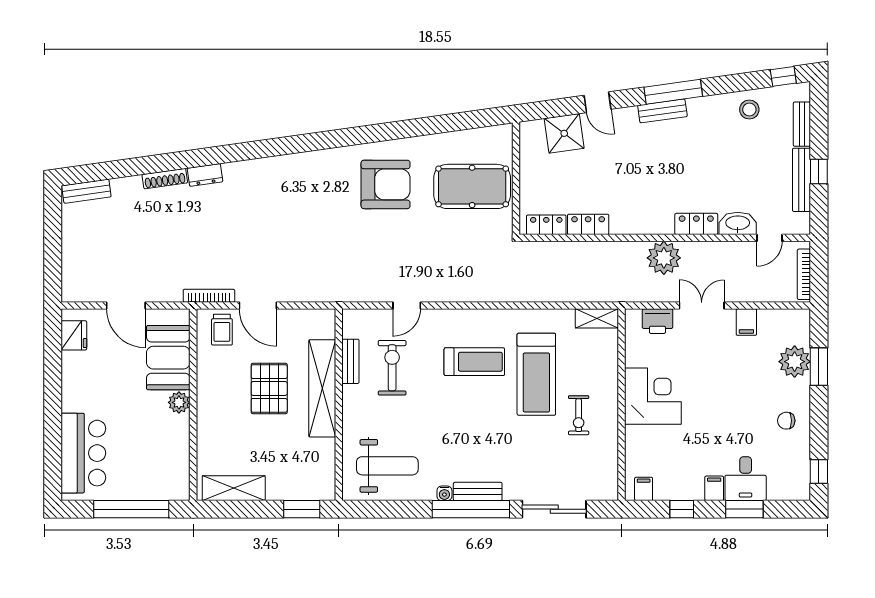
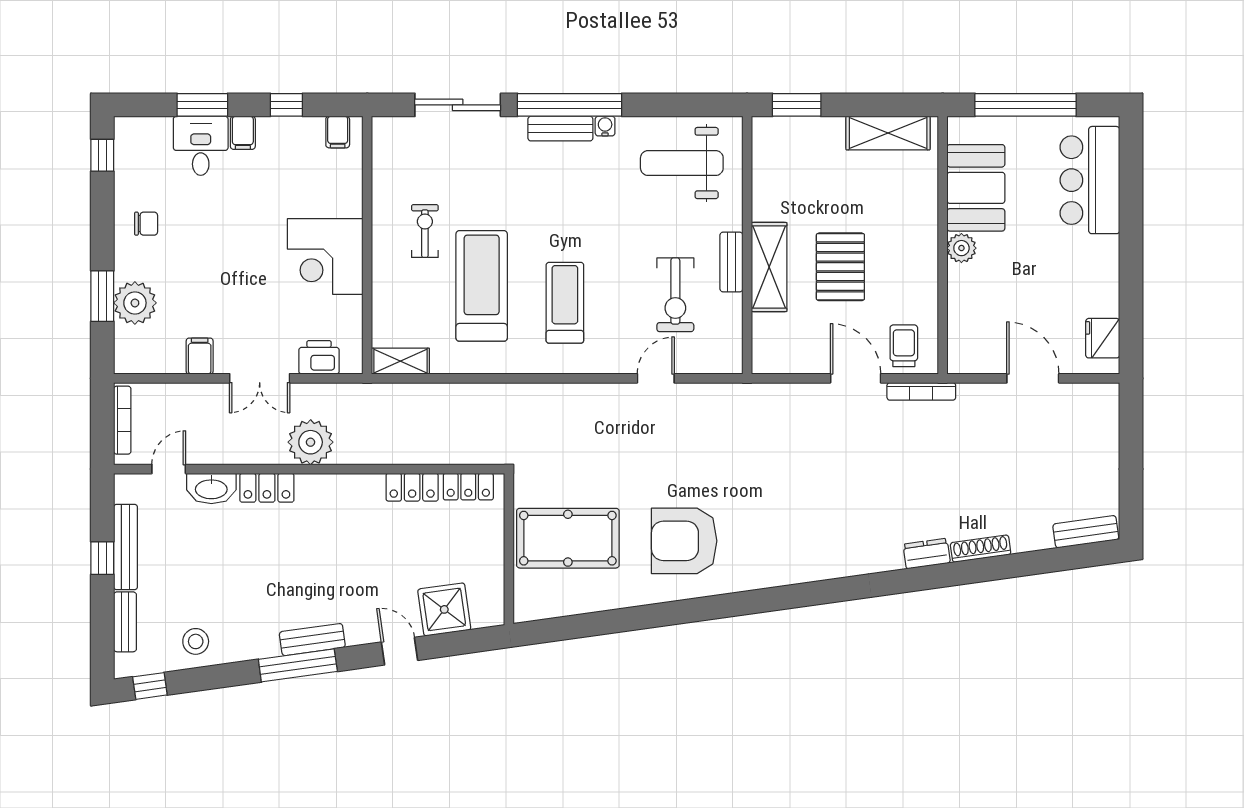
booth: (168, 358) -> (976, 188), moved
bench: (350, 361) -> (731, 262), moved
treadmill: (474, 362) -> (565, 303), turned 90
shelving: (322, 388) -> (769, 267), width x0.68

